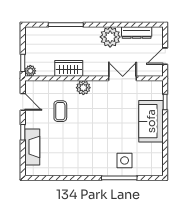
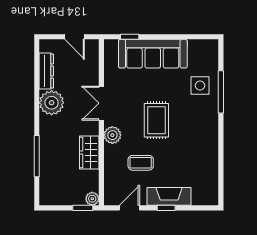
double door: (123, 78) -> (101, 103), moved
sofa: (151, 121) -> (153, 54), width x1.36
rug: (96, 124) -> (156, 120), added
fireplace: (32, 147) -> (169, 196), moved

